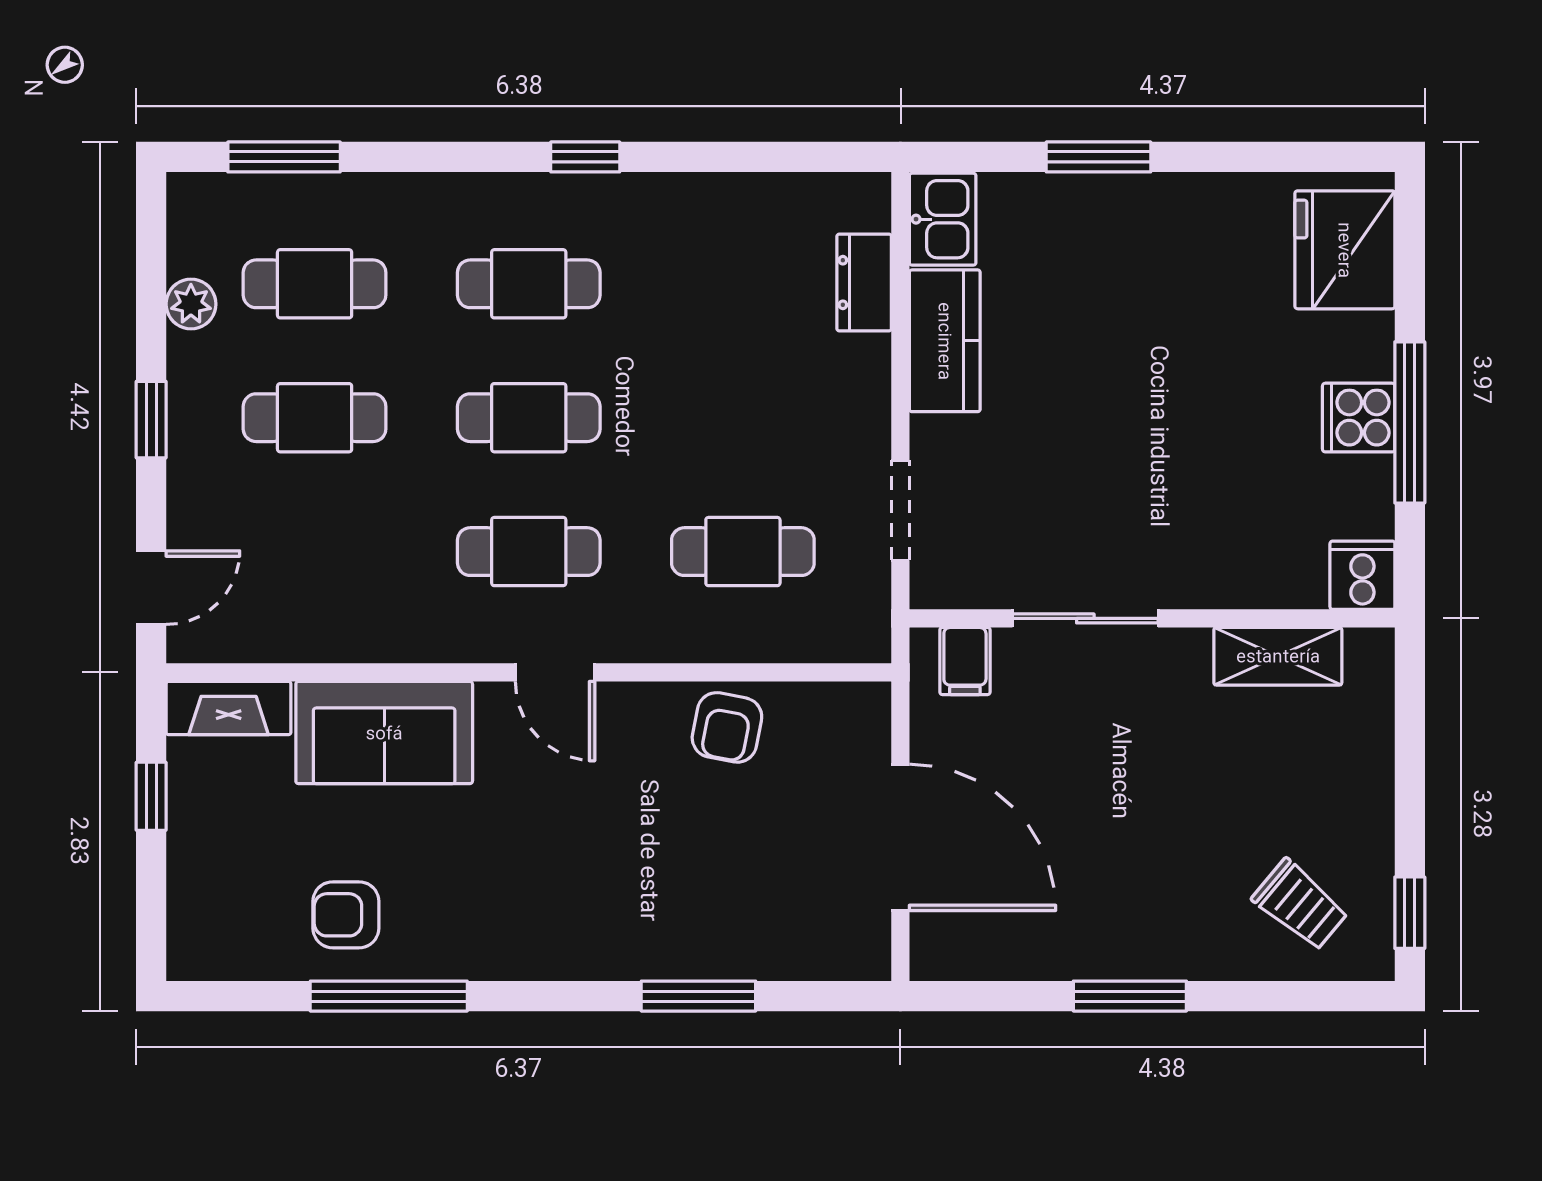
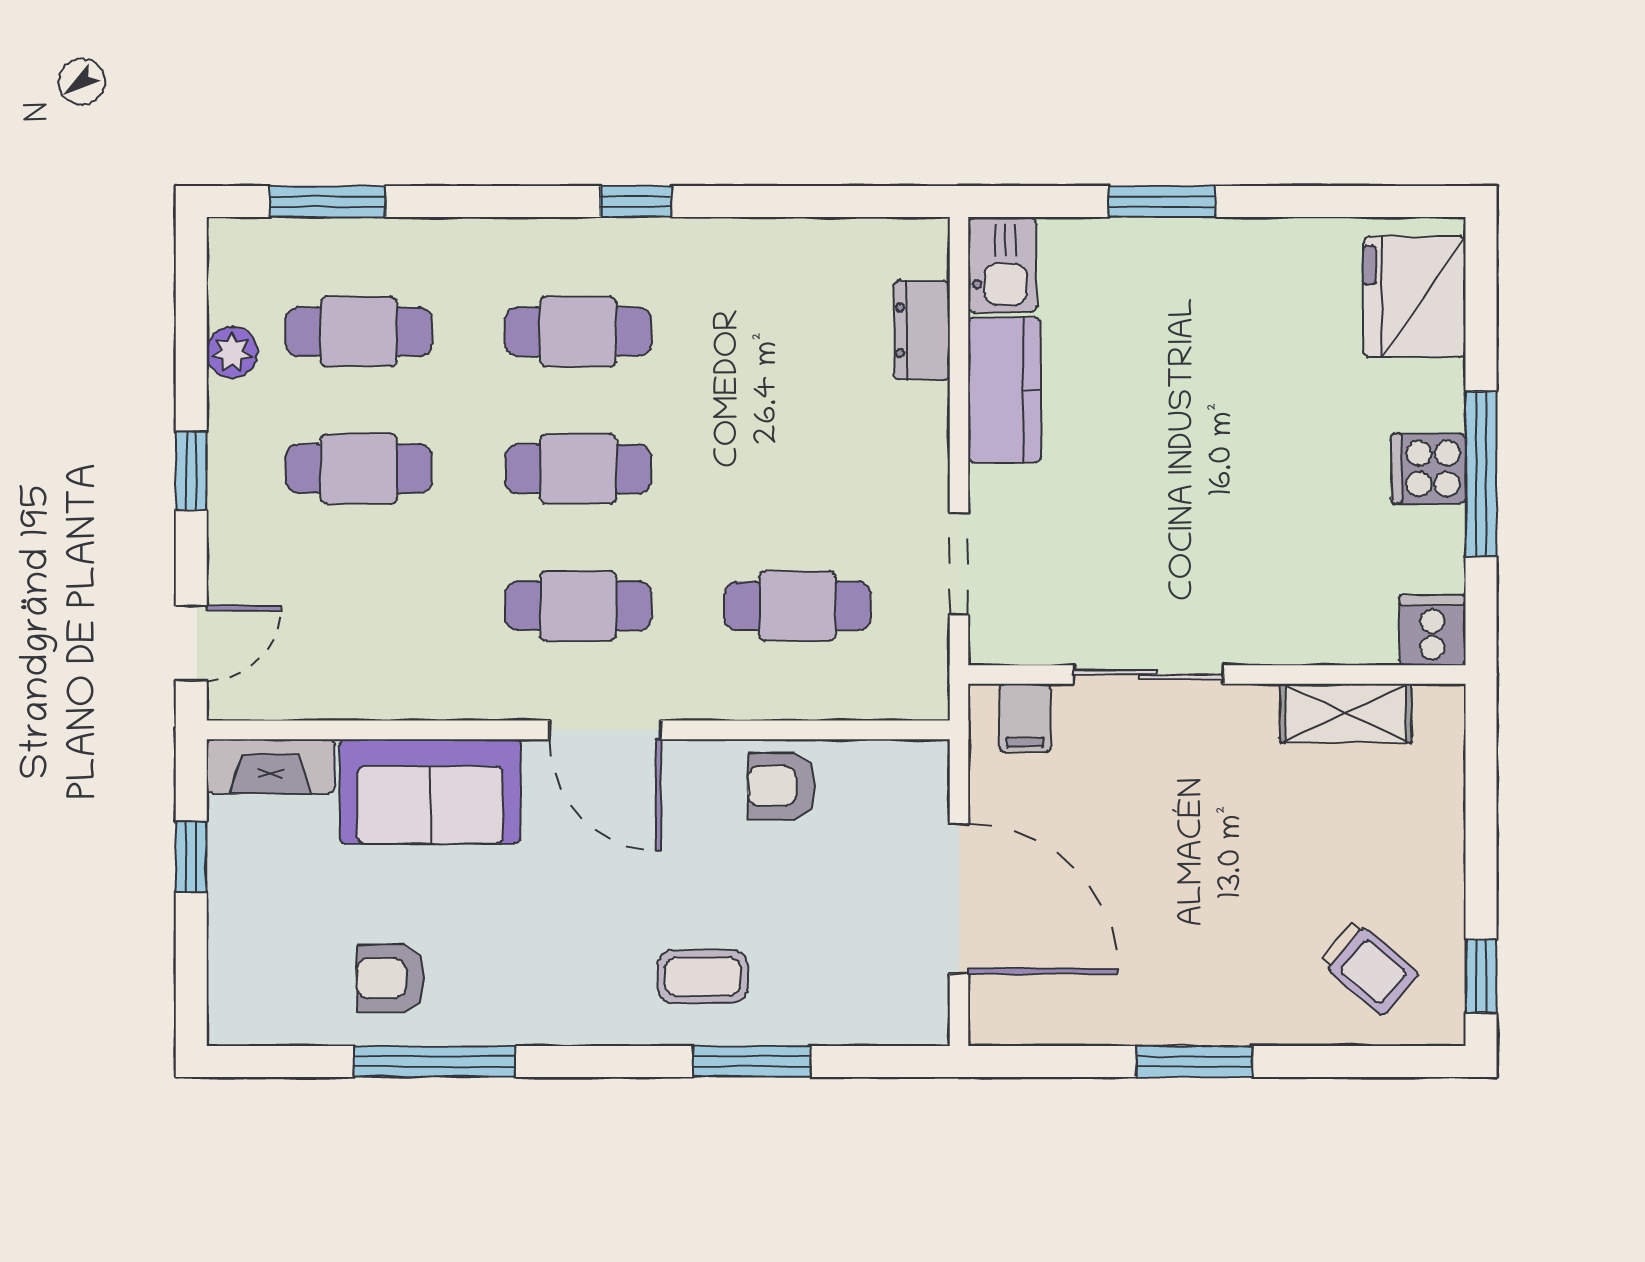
door: (555, 672) -> (605, 730), width x1.38
armchair: (727, 727) -> (781, 786), turned 79
coffee table: (650, 913) -> (703, 976), added

